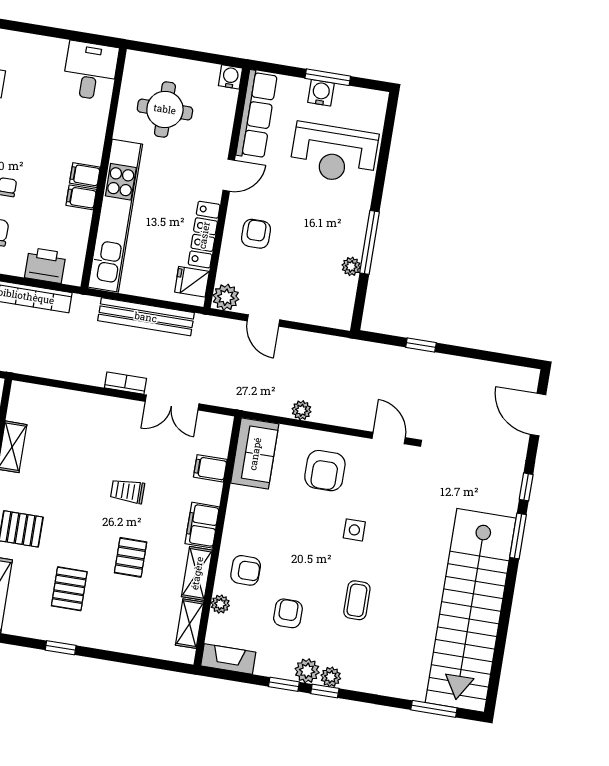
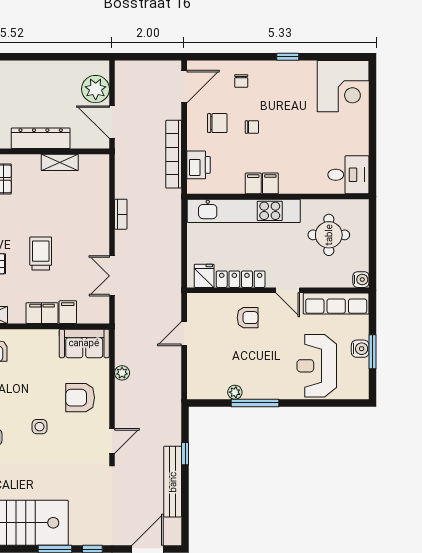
plant: (226, 297) -> (197, 303), removed
bench: (146, 317) -> (173, 482), moved
bookcase: (125, 383) -> (121, 214), moved
trolley: (127, 491) -> (41, 253), width x1.36, depth x1.39
filing cabinet: (202, 525) -> (42, 313), moved

